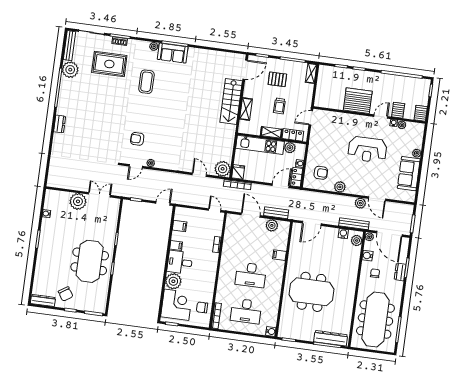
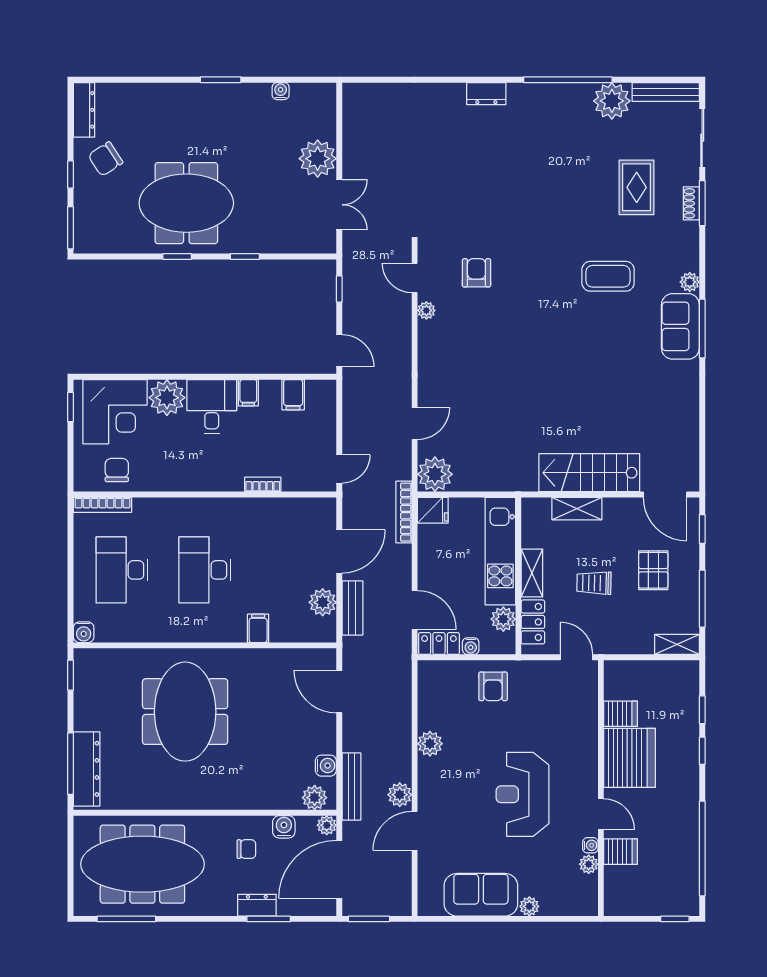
rug: (109, 64) -> (637, 187), width x0.73, depth x0.70
server rack: (421, 113) -> (621, 714), moved
armchair: (321, 173) -> (493, 686), moved

